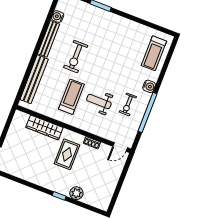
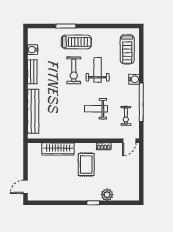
bench: (49, 39) -> (32, 72), width x0.73
exercise bike: (76, 57) -> (74, 70), moved
weight bench: (116, 63) -> (98, 70), added
treadmill: (71, 97) -> (76, 42), moved, turned 90
exercise bike: (128, 104) -> (126, 116), moved

